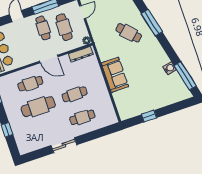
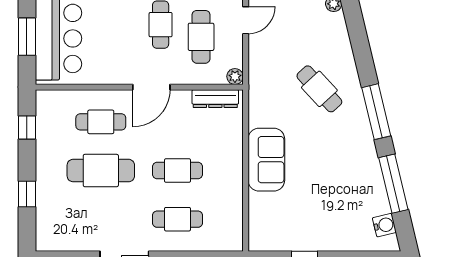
window: (152, 23) -> (376, 112), moved
door: (49, 59) -> (151, 87), hinge flipped
water cooler: (170, 68) -> (384, 225), moved
window: (185, 76) -> (393, 184), moved

